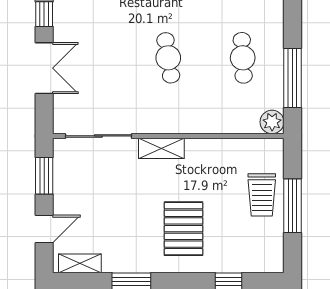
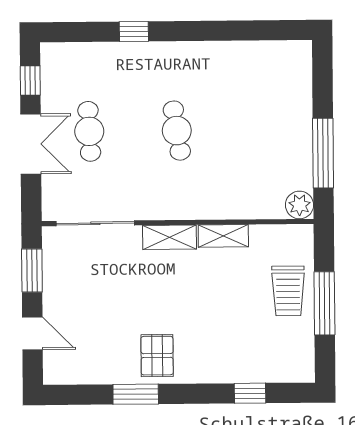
cafe table: (243, 58) -> (89, 131), moved
door: (44, 229) -> (32, 333), hinge flipped
pallet: (184, 229) -> (157, 356), moved, width x0.67, depth x0.71
shelving: (80, 263) -> (223, 236), moved

